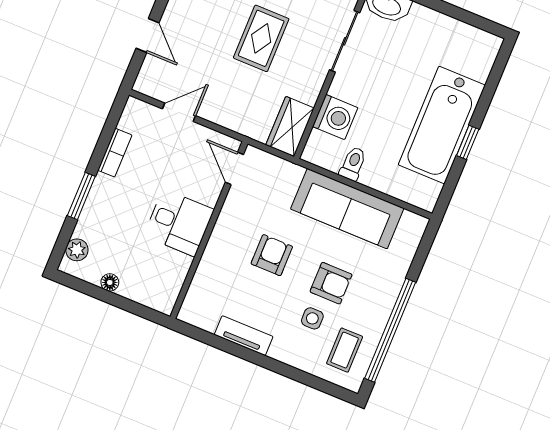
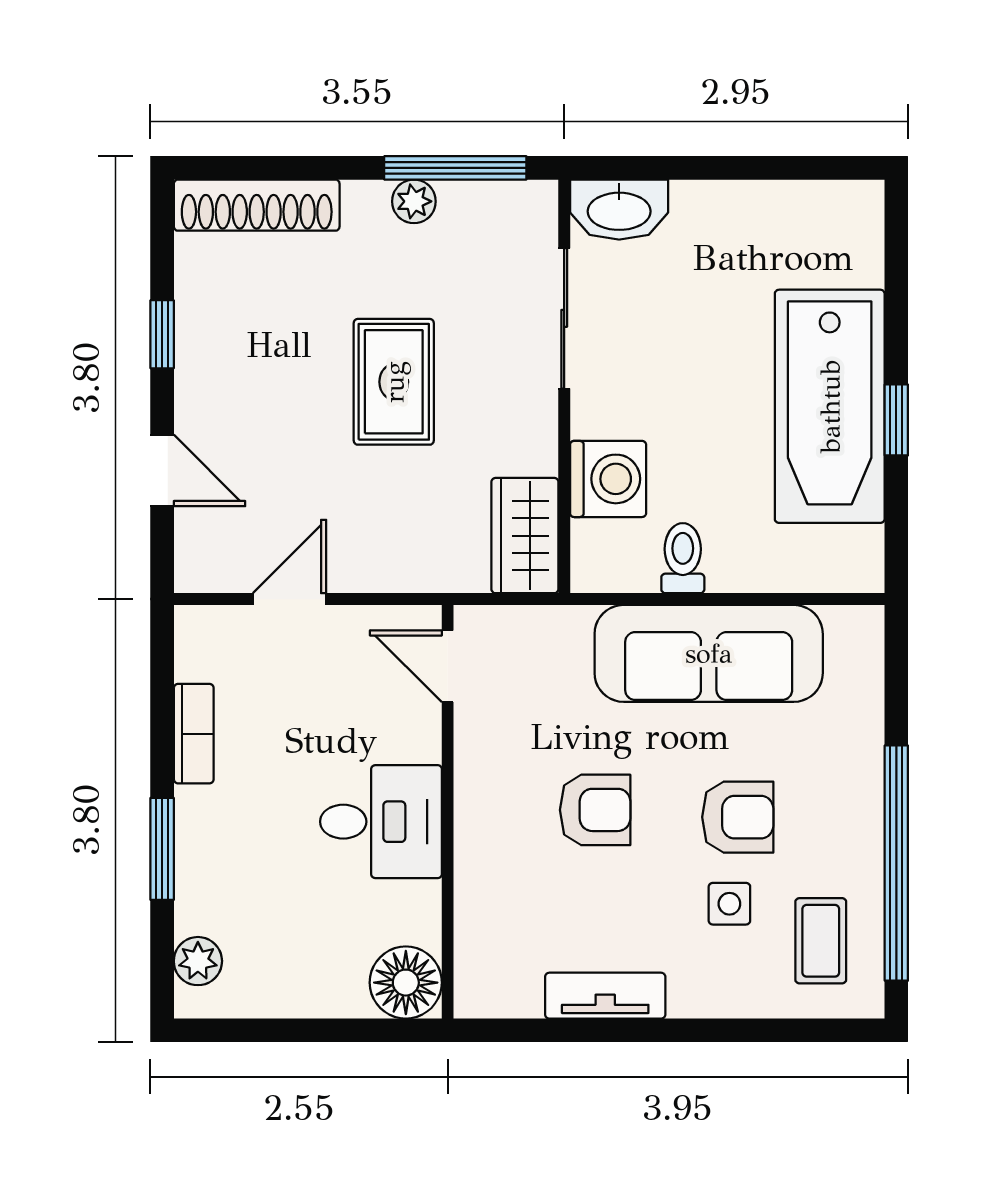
armchair: (272, 255) -> (595, 810), turned 90
floor lamp: (110, 282) -> (406, 983), moved, width x1.89, depth x1.89

